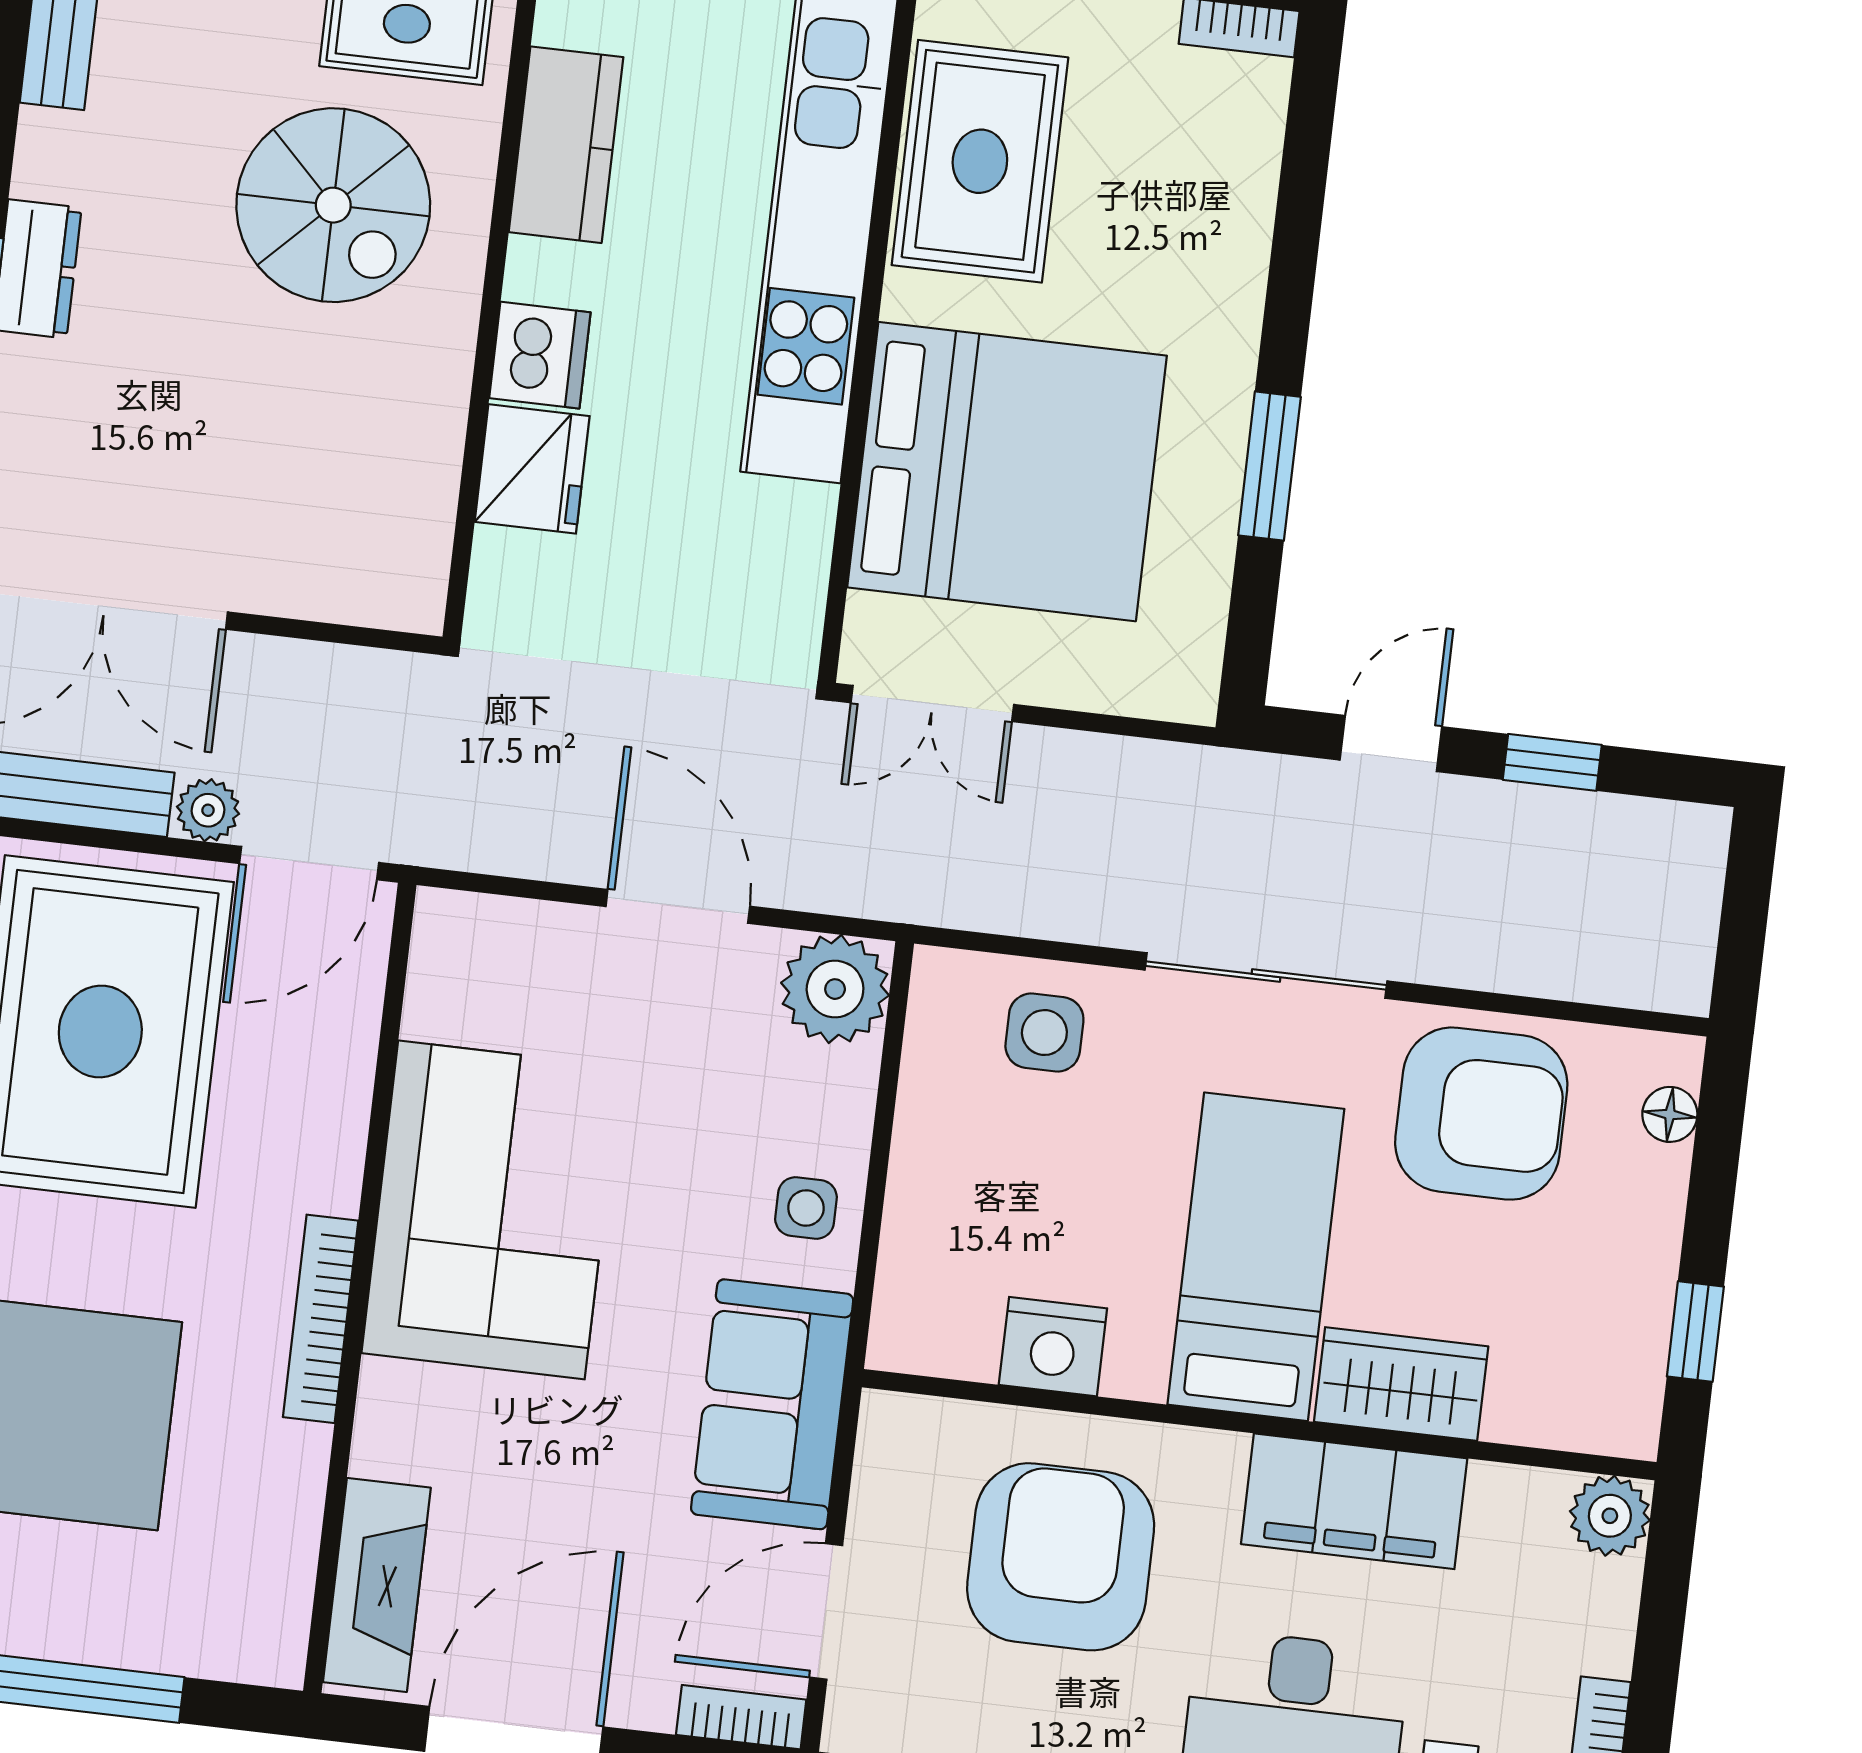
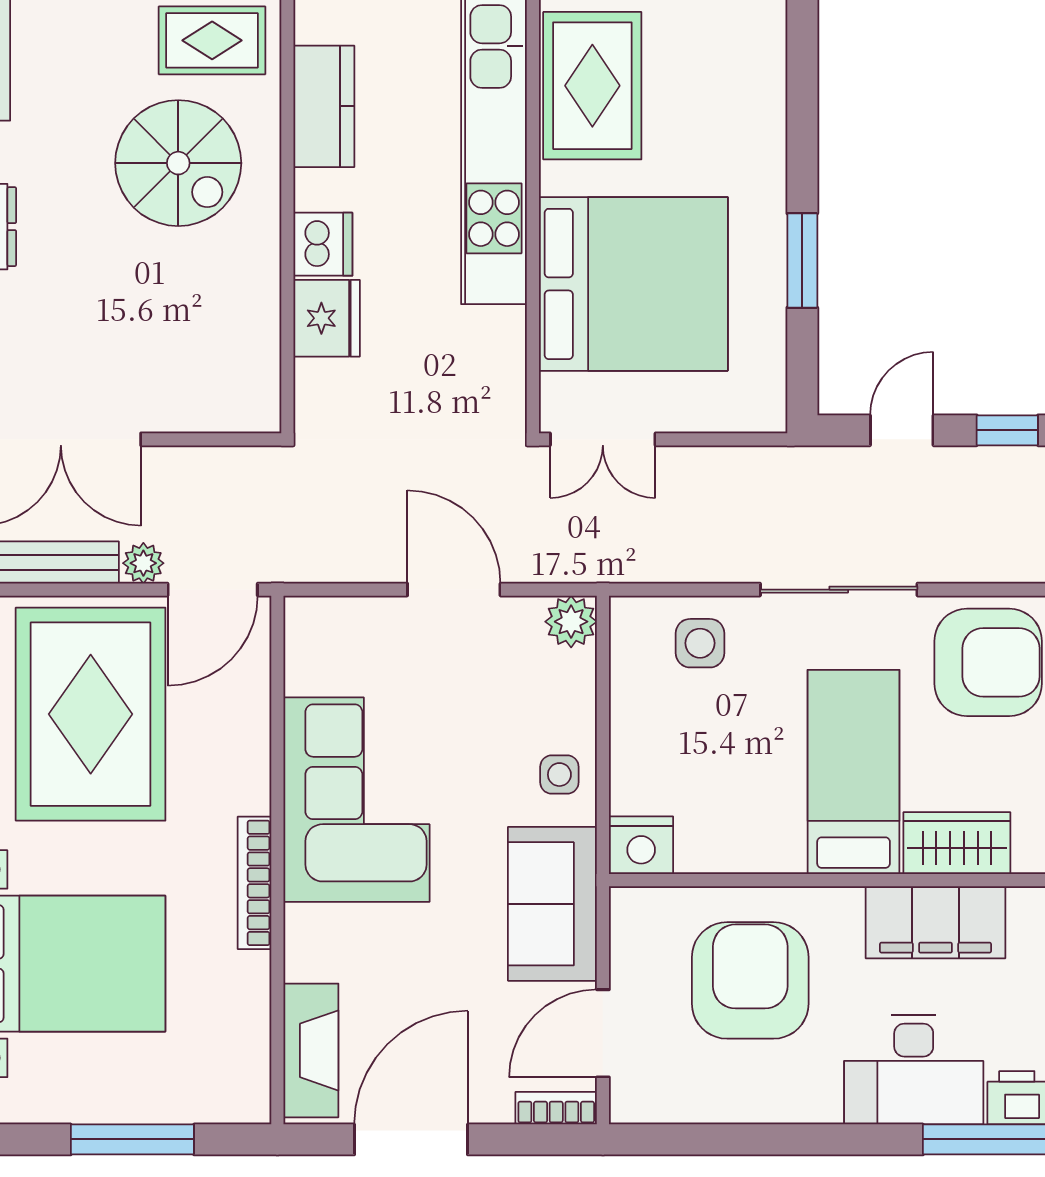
plant: (835, 989) -> (571, 622), width x0.73, depth x0.73
nightstand: (1053, 1347) -> (641, 845), moved

